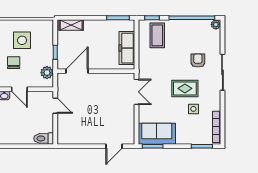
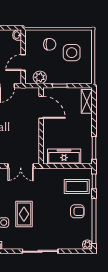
armchair: (198, 60) -> (77, 211), moved
door: (19, 89) -> (23, 63), moved

